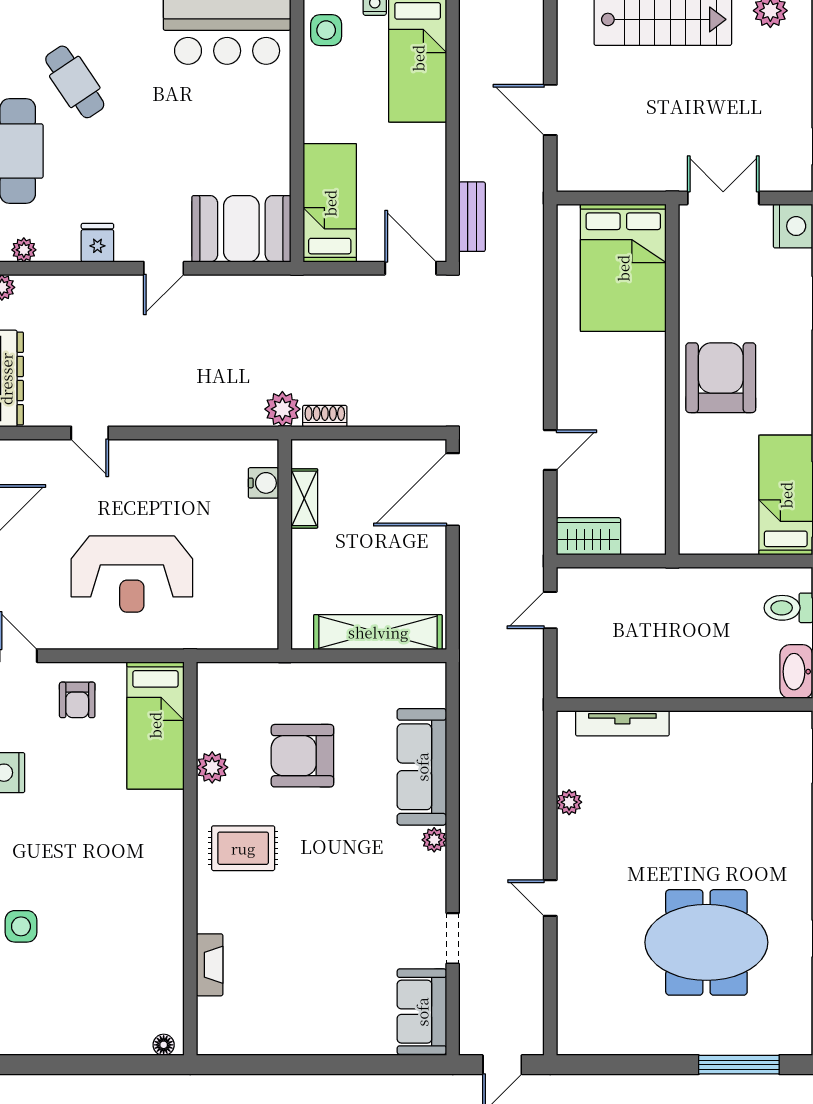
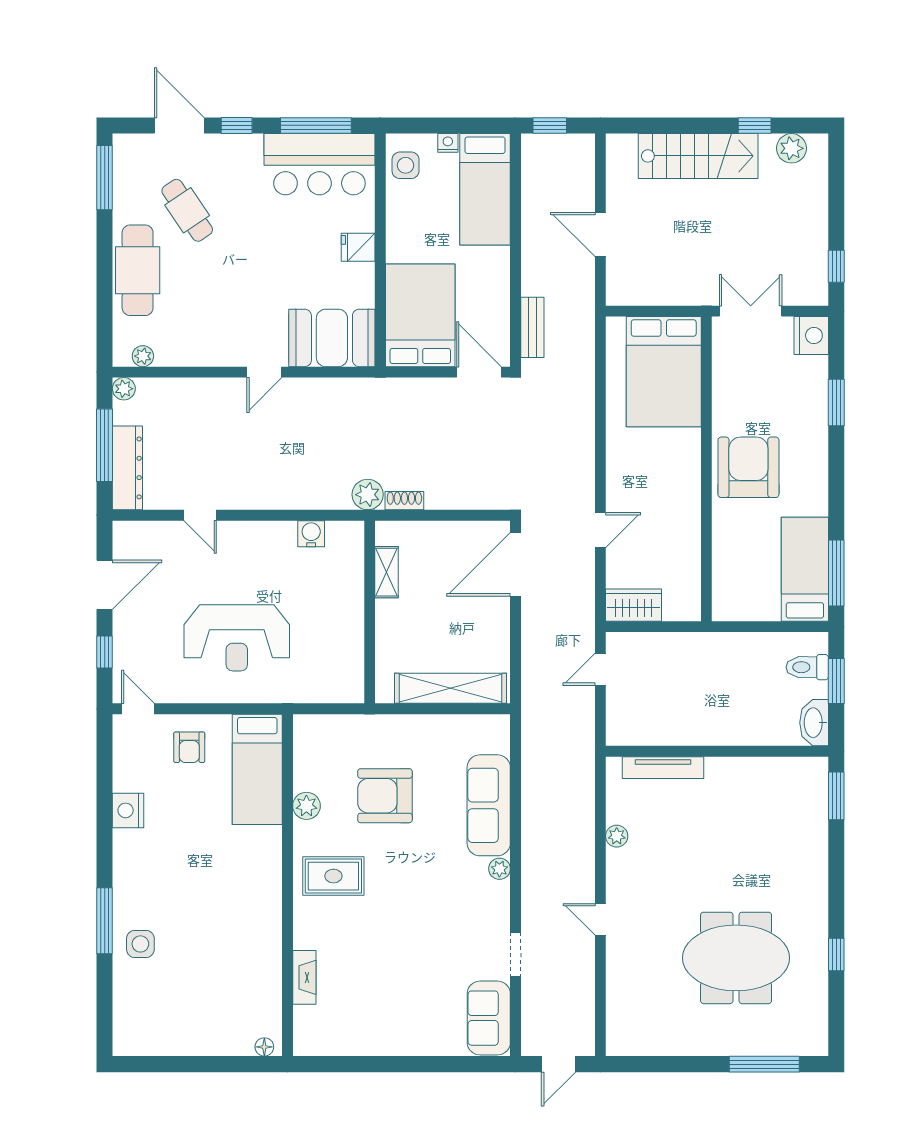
bed: (330, 203) -> (420, 315), width x1.50
fridge: (97, 243) -> (358, 247), moved, turned -90
water cooler: (263, 483) -> (311, 534), moved, turned -90

